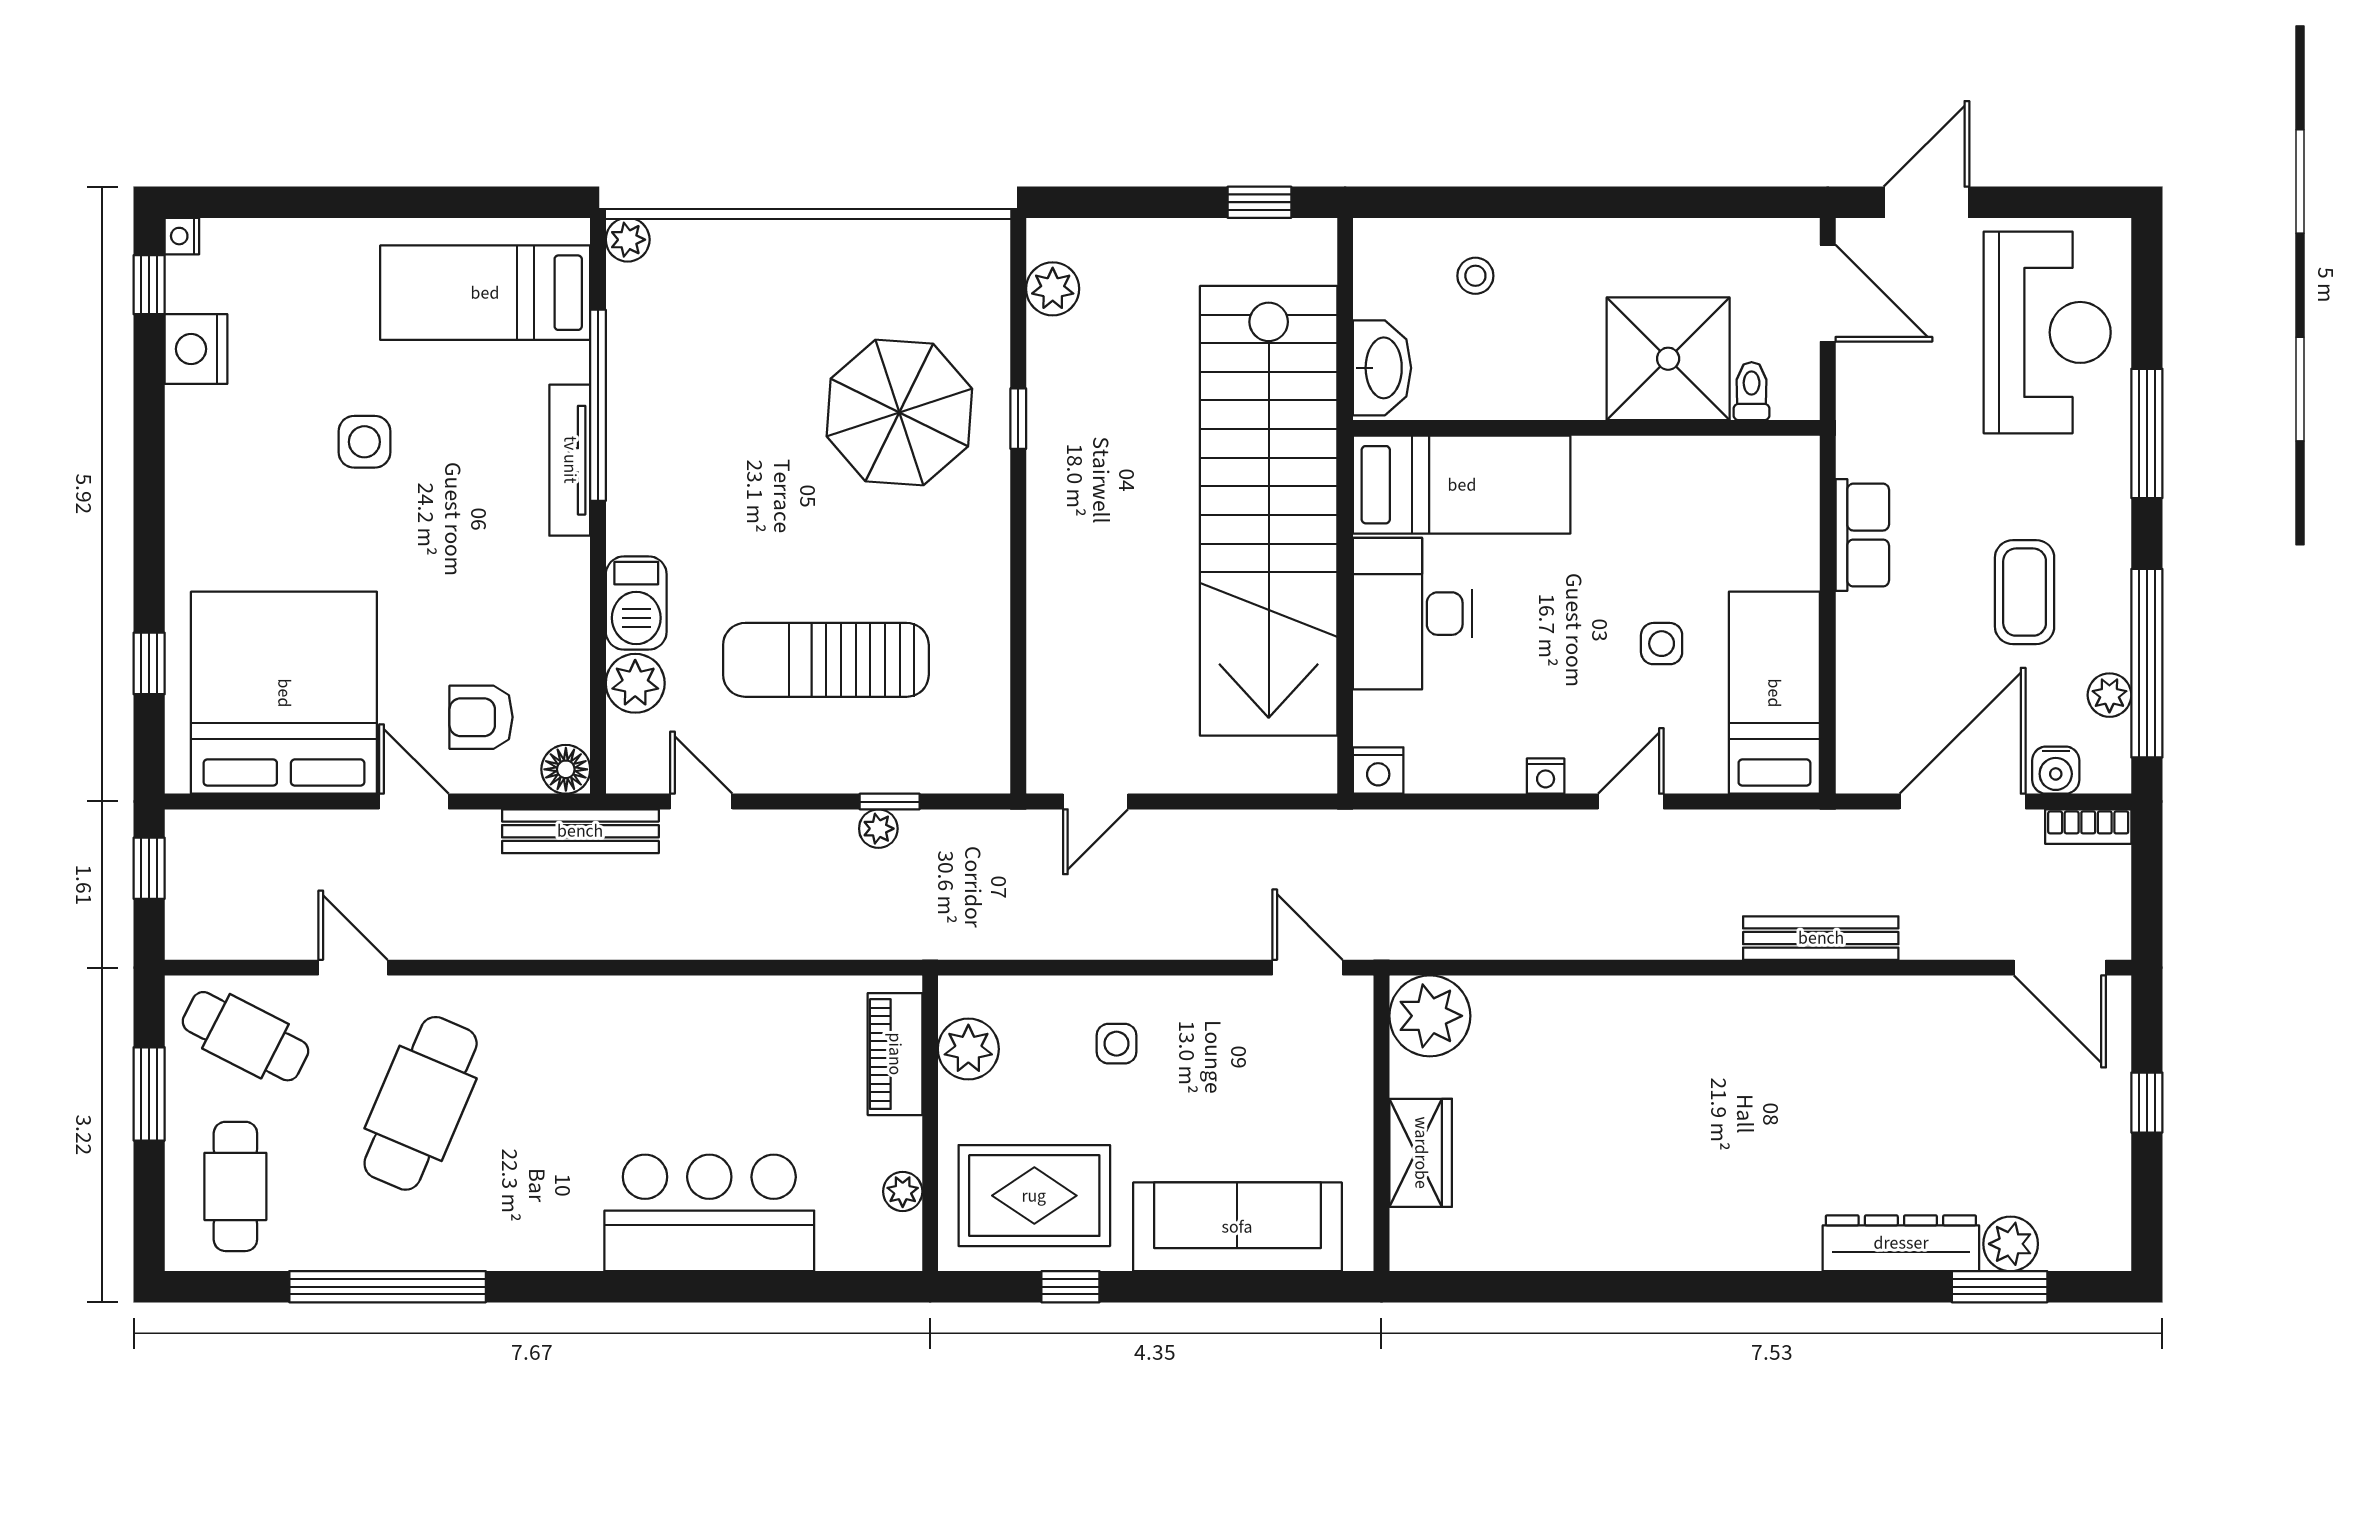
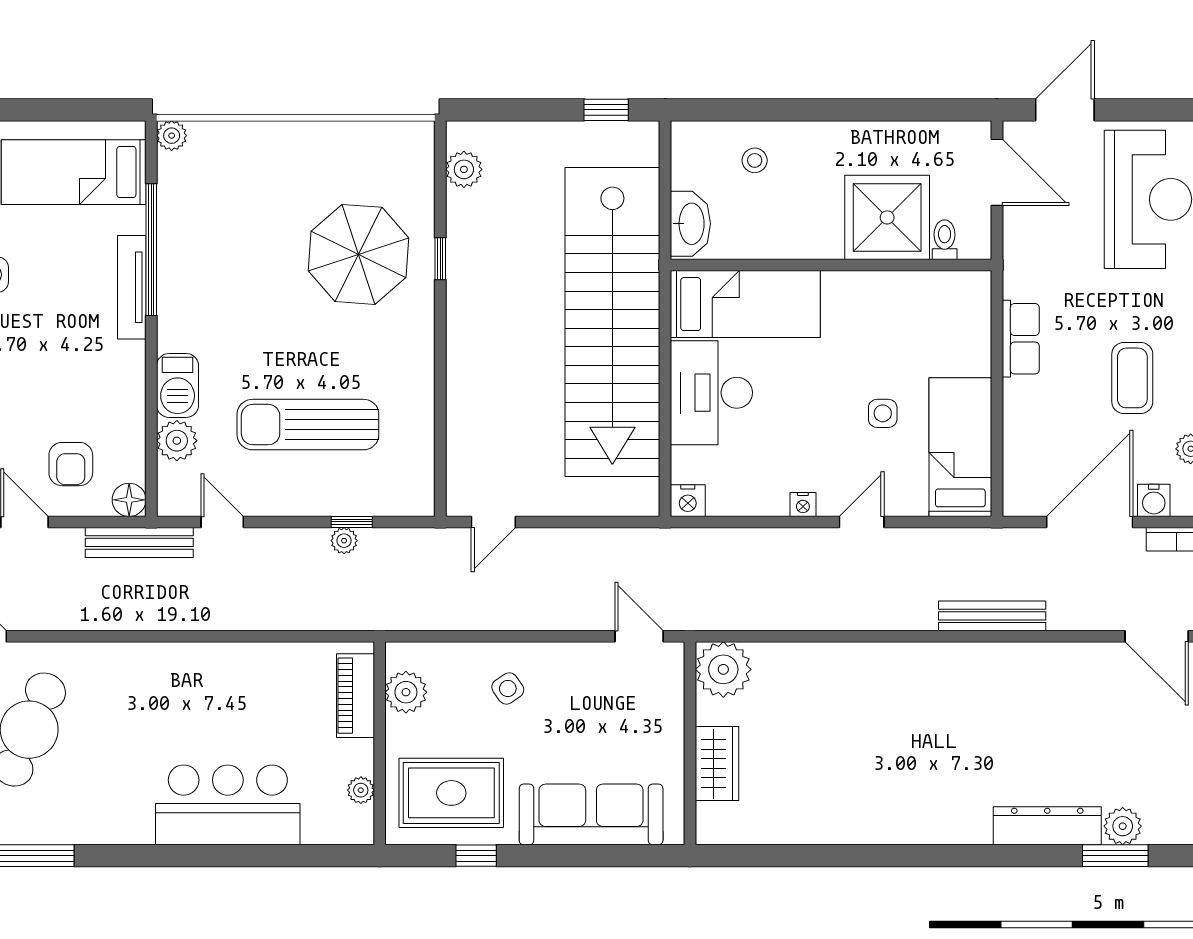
armchair: (481, 717) -> (71, 464), turned -90
side table: (1116, 1044) -> (508, 688), turned -35

